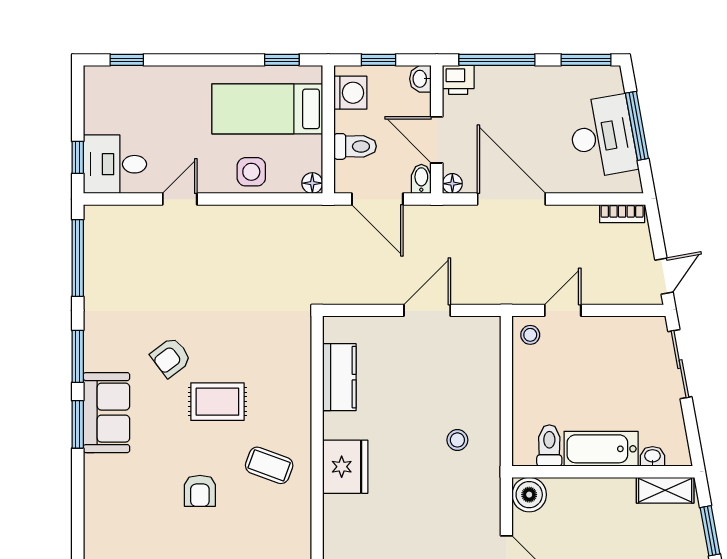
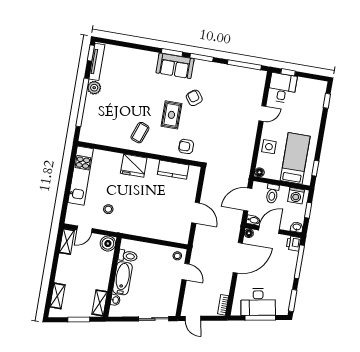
door: (180, 199) -> (262, 114), hinge flipped
stool: (457, 440) -> (108, 209), moved
armchair: (200, 491) -> (186, 146), moved

